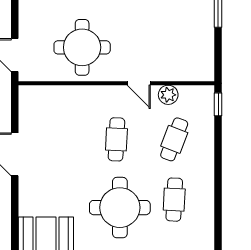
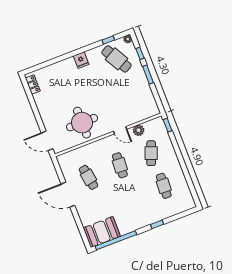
cafe table: (59, 139) -> (89, 177), added
round table: (120, 208) -> (136, 202), removed

